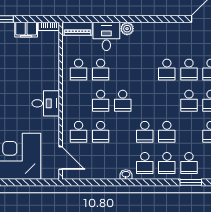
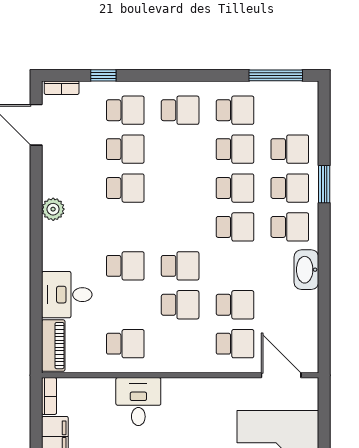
plant: (127, 29) -> (53, 209), moved
school desk: (101, 70) -> (125, 266), moved
school desk: (189, 101) -> (235, 149), moved
desk: (46, 103) -> (138, 402), moved
door: (61, 158) -> (281, 375), hinge flipped
washbasin: (126, 174) -> (306, 270), width x1.91, depth x1.45
window: (191, 182) -> (324, 184), moved

